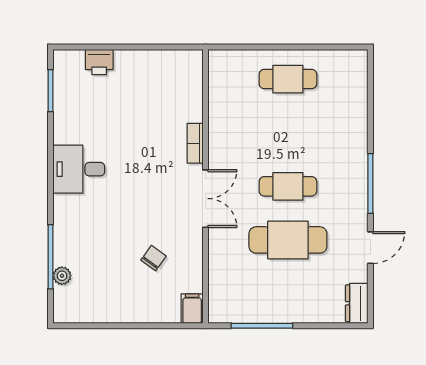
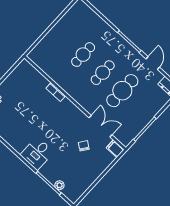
cafe table: (288, 79) -> (83, 55), moved
desk: (79, 169) -> (37, 153), moved
double door: (206, 199) -> (101, 126), moved

